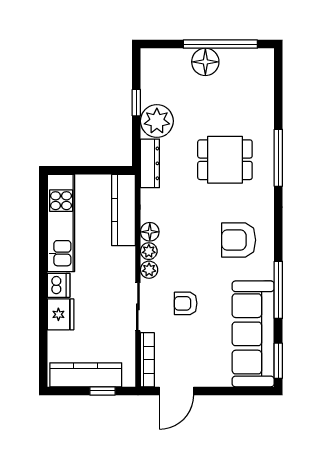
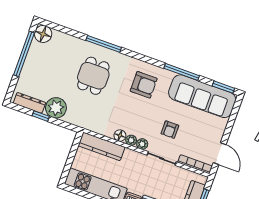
floor lamp: (205, 62) -> (43, 34), moved
dresser: (150, 163) -> (29, 103), moved
armchair: (239, 240) -> (144, 85), turned -90

